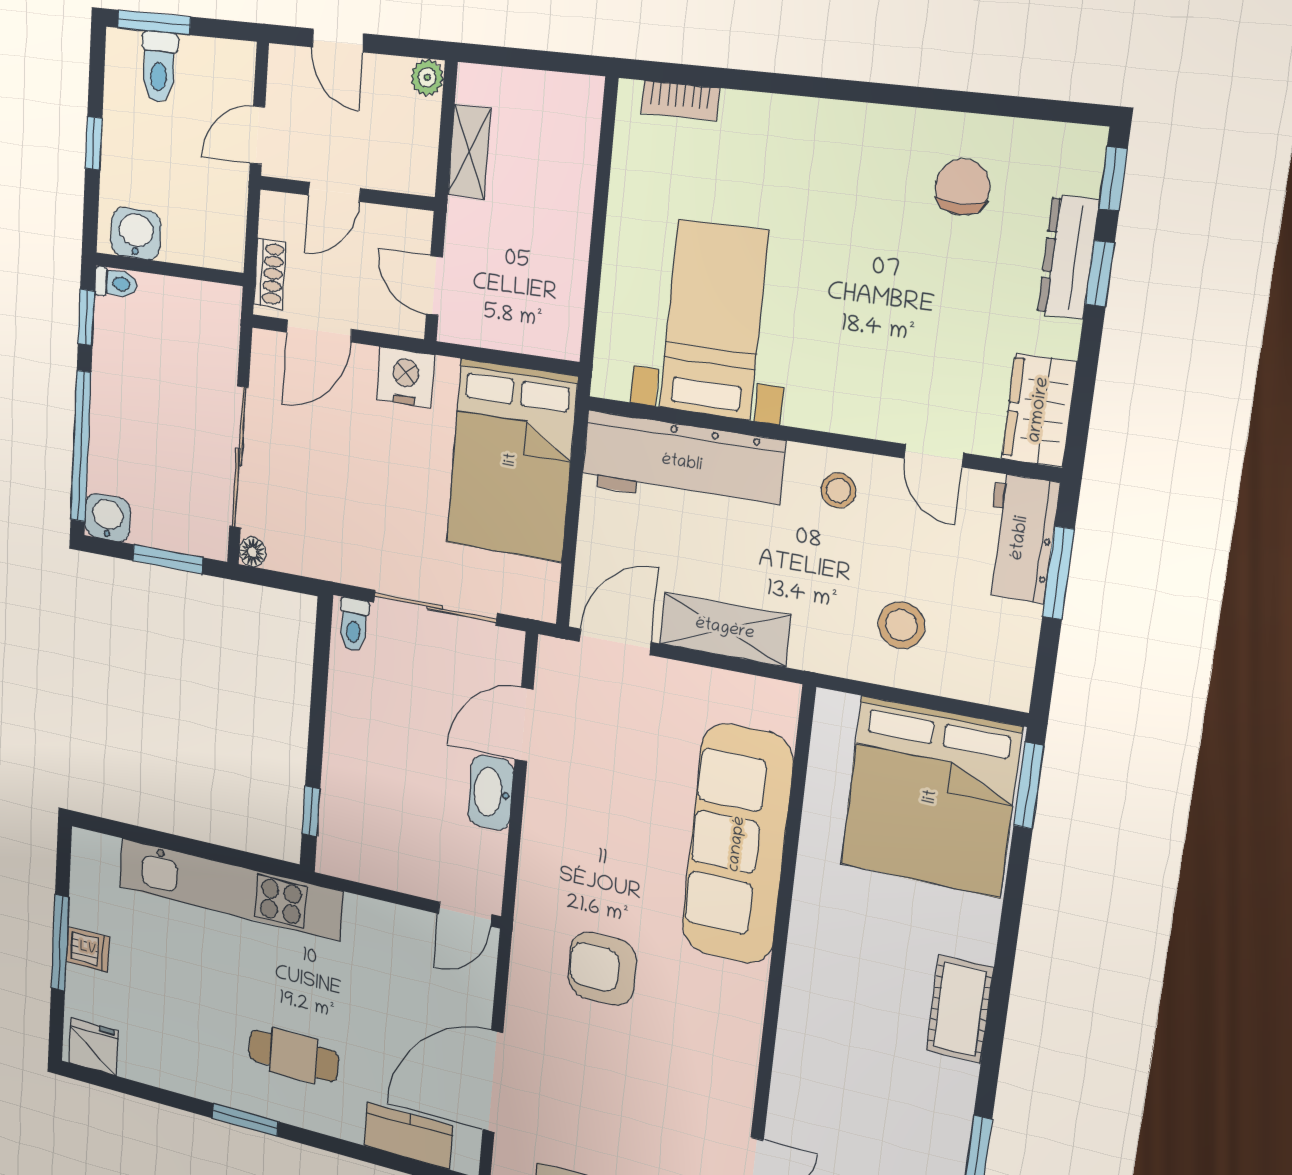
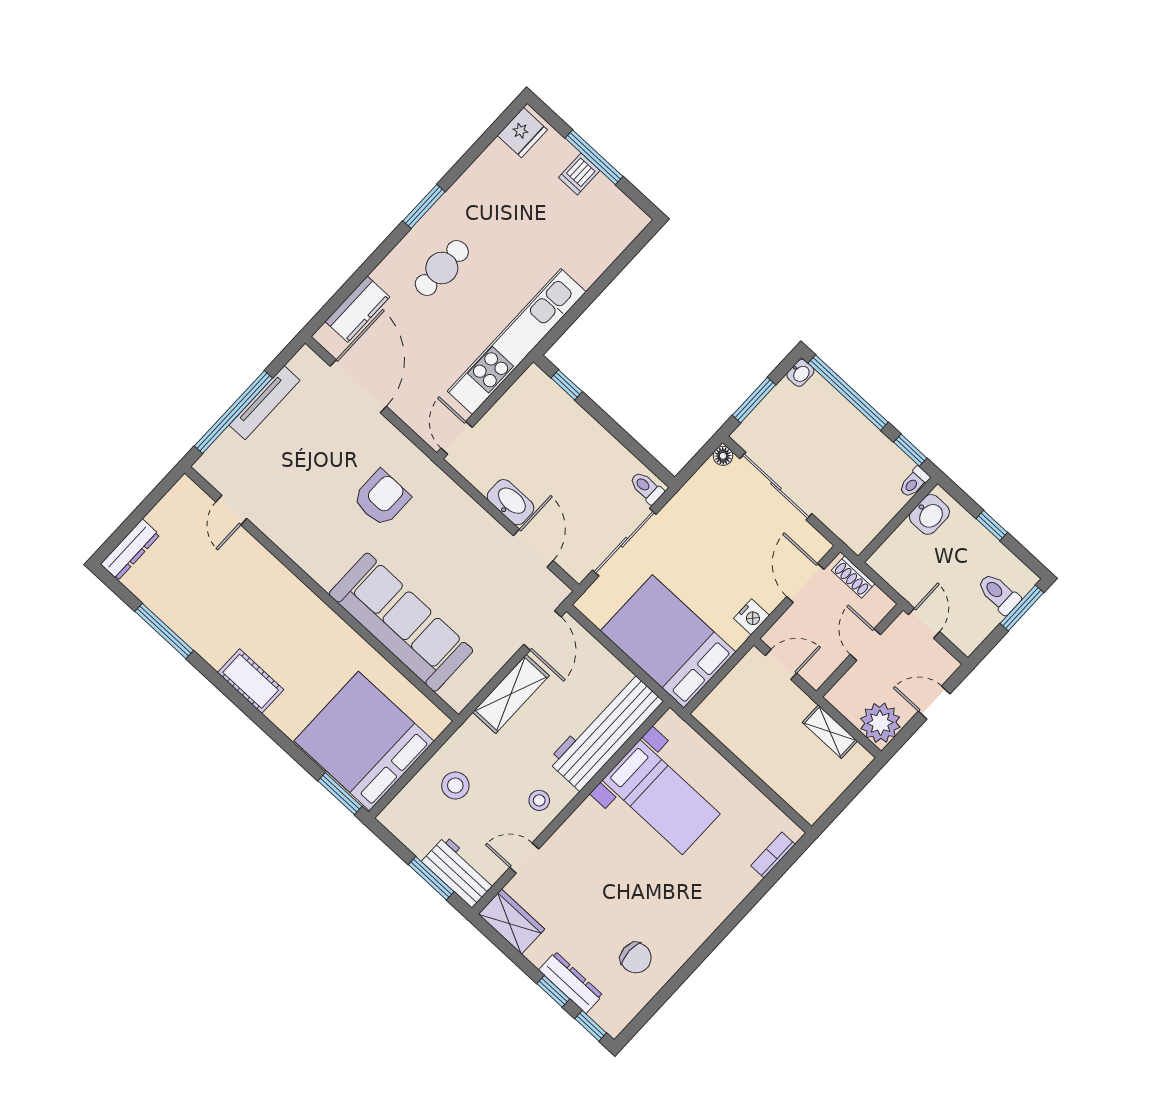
plant: (427, 78) -> (880, 723), width x1.88, depth x1.88
nightstand: (406, 377) -> (751, 617), width x0.74, depth x0.75
washbasin: (108, 518) -> (800, 373), width x0.72, depth x0.69
kitchen unit: (229, 889) -> (517, 341), moved

